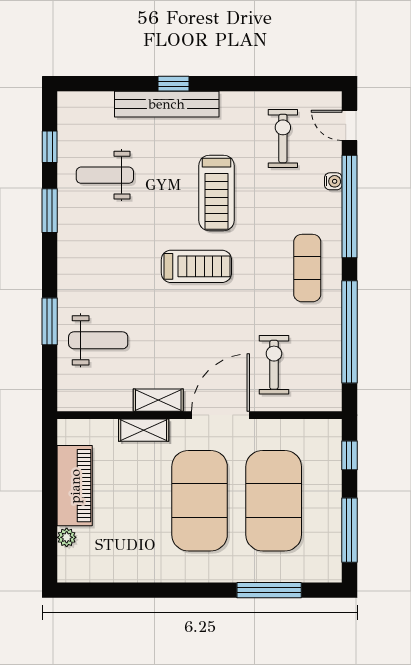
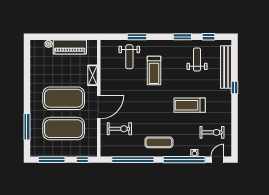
bench: (167, 104) -> (226, 67), moved
treadmill: (196, 266) -> (154, 71), moved
shelving: (158, 400) -> (105, 81), removed
door: (221, 415) -> (99, 107), hinge flipped

